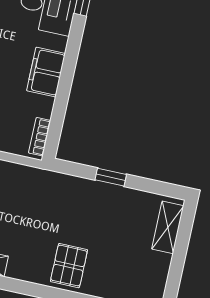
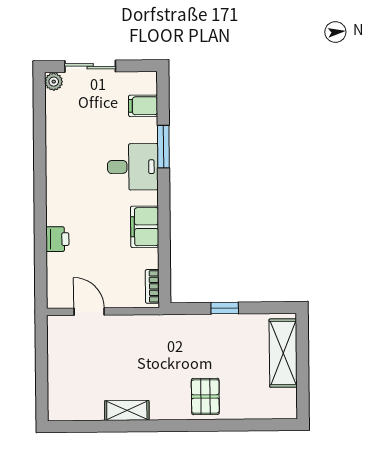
shelving: (168, 227) -> (283, 353), width x1.50, depth x1.33

